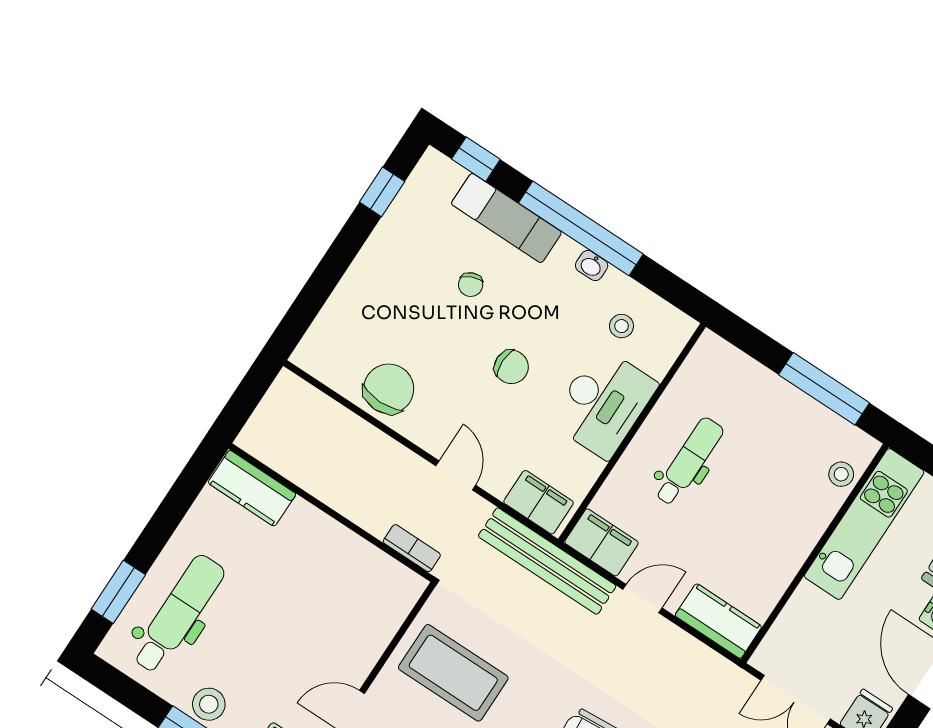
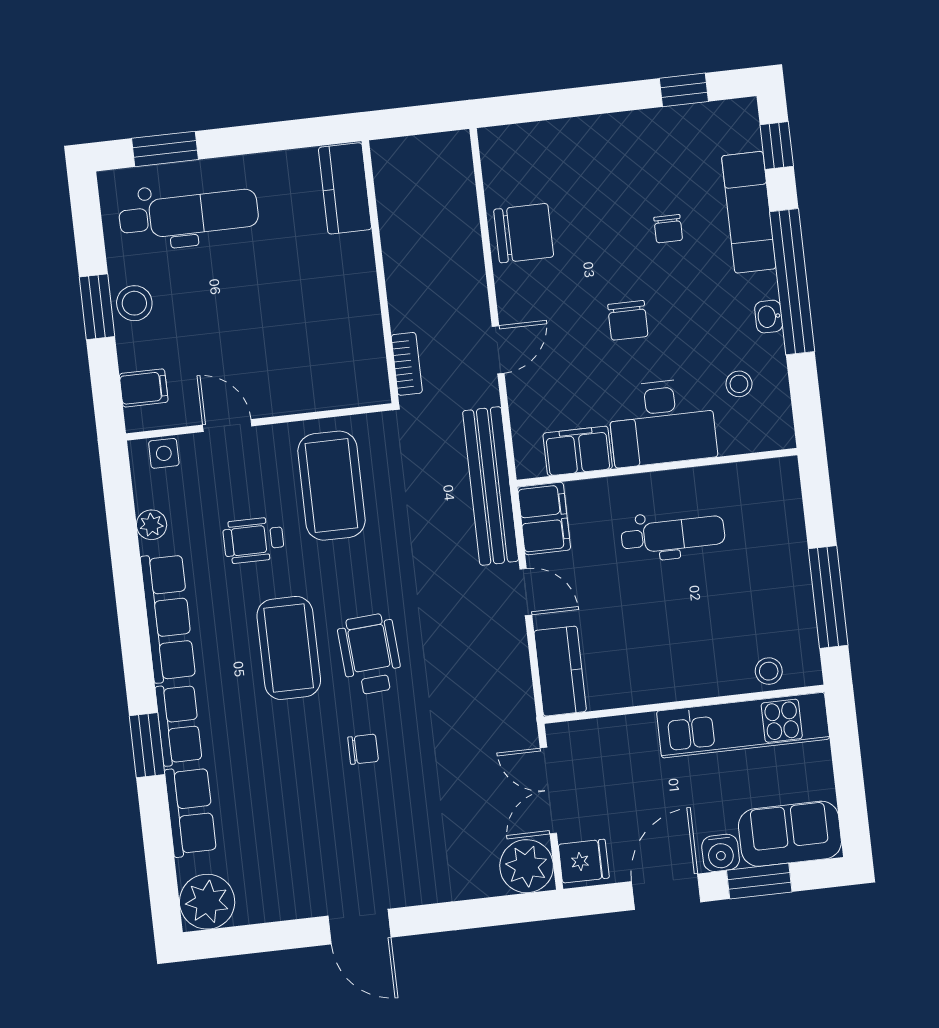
chair: (471, 285) -> (668, 229), turned -67
filing cabinet: (539, 502) -> (578, 451), moved, turned -90

